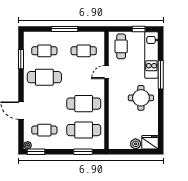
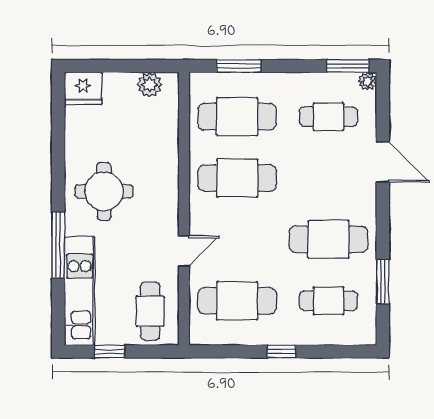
window: (65, 29) -> (282, 352), width x0.46
cafe table: (84, 51) -> (237, 301), width x1.37, depth x1.35
plant: (136, 144) -> (150, 85), moved

